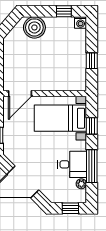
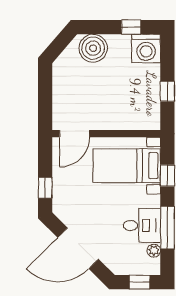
washing machine: (81, 22) -> (146, 49), width x1.89, depth x1.89

